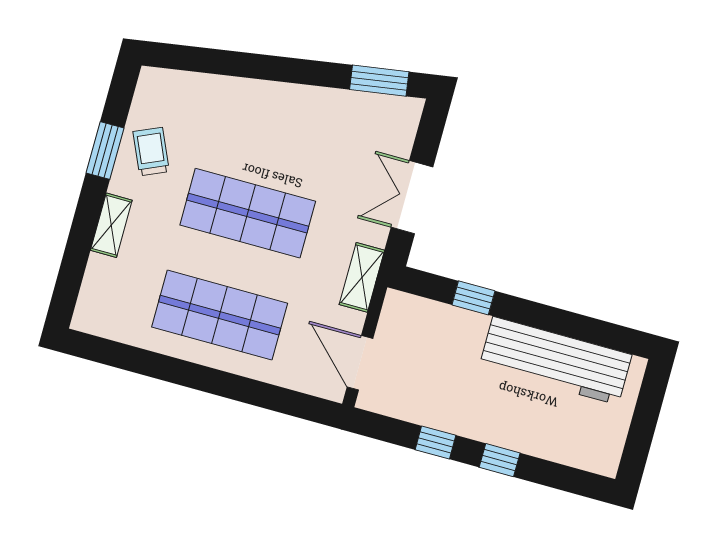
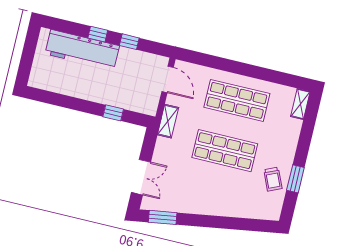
double door: (412, 197) -> (141, 177), moved
shelving: (111, 225) -> (300, 104), moved
workbench: (556, 361) -> (82, 50), moved, turned 180

